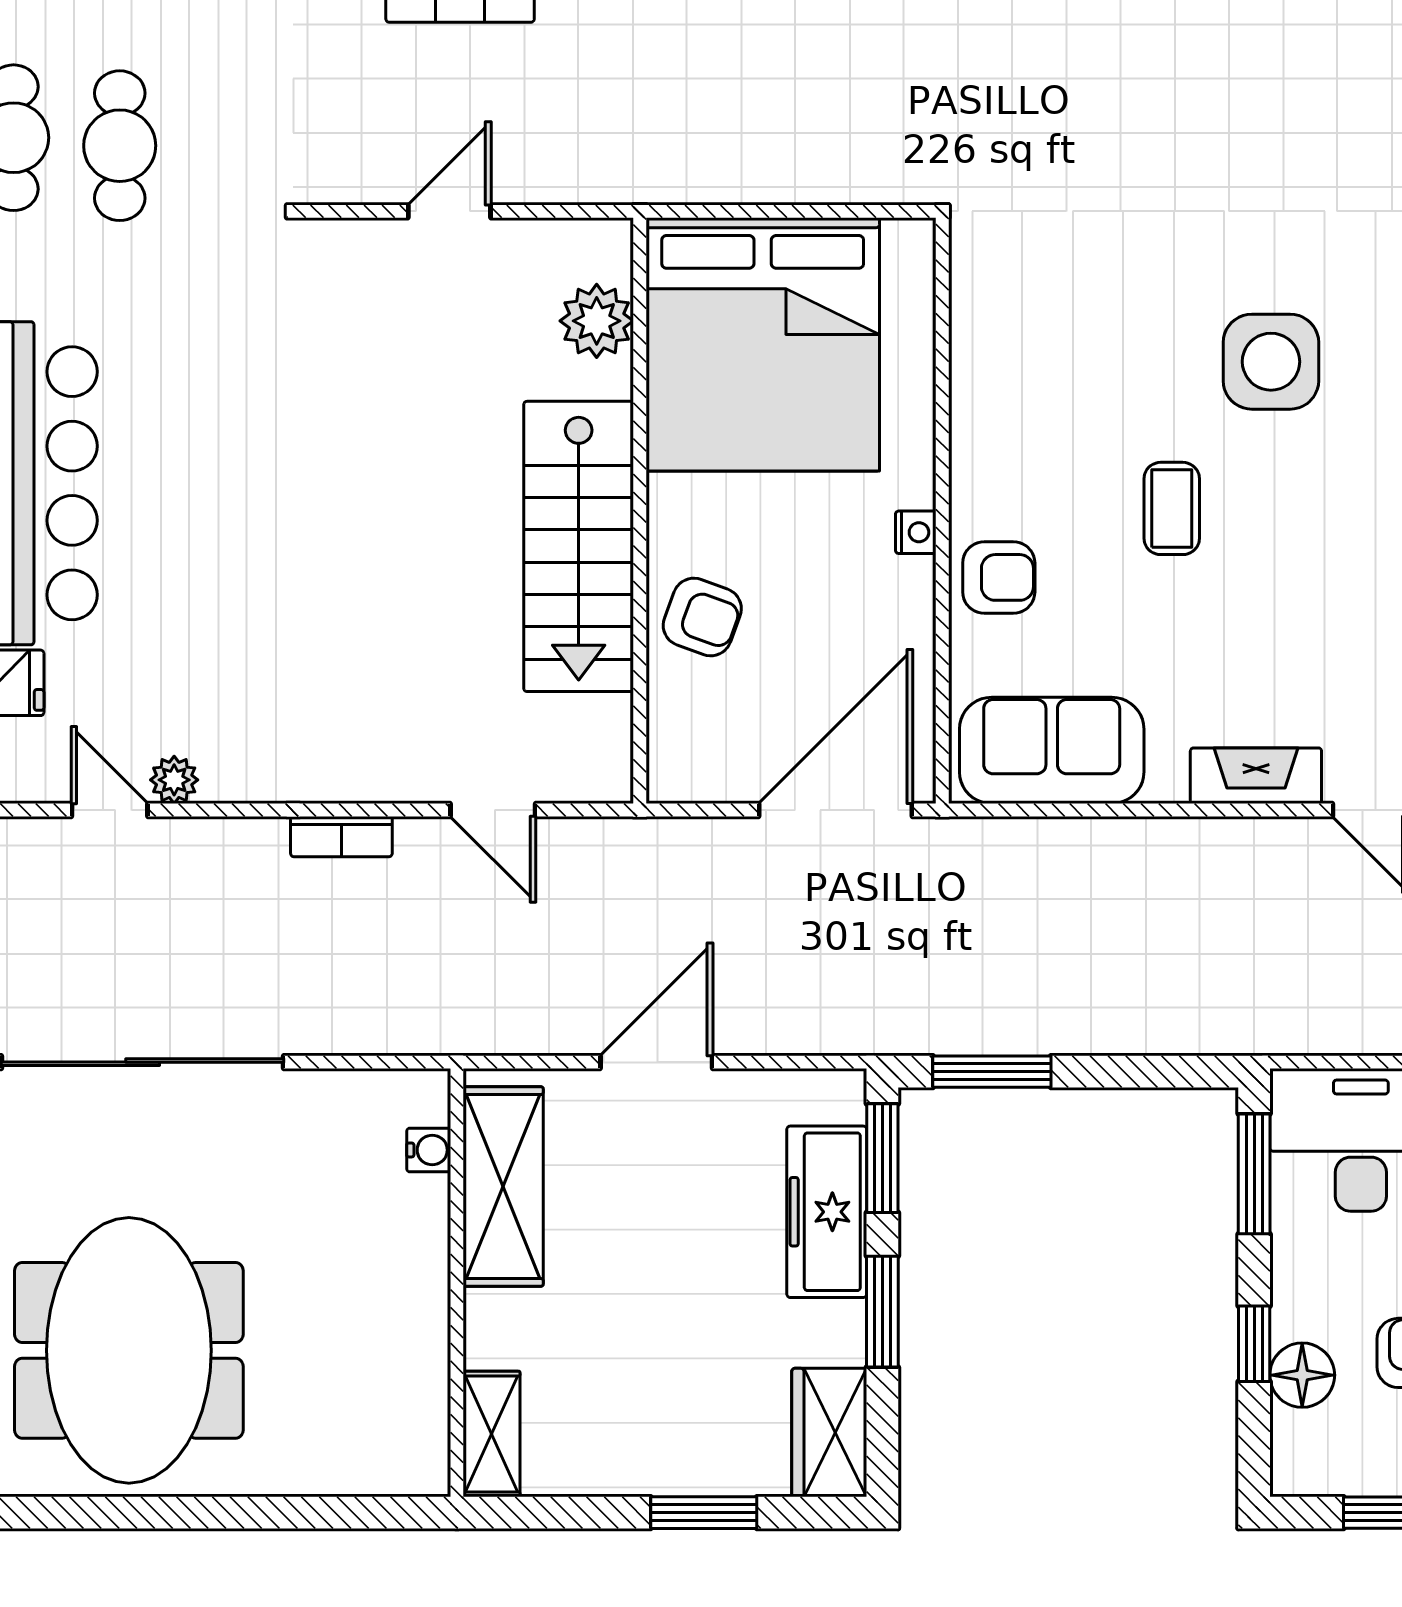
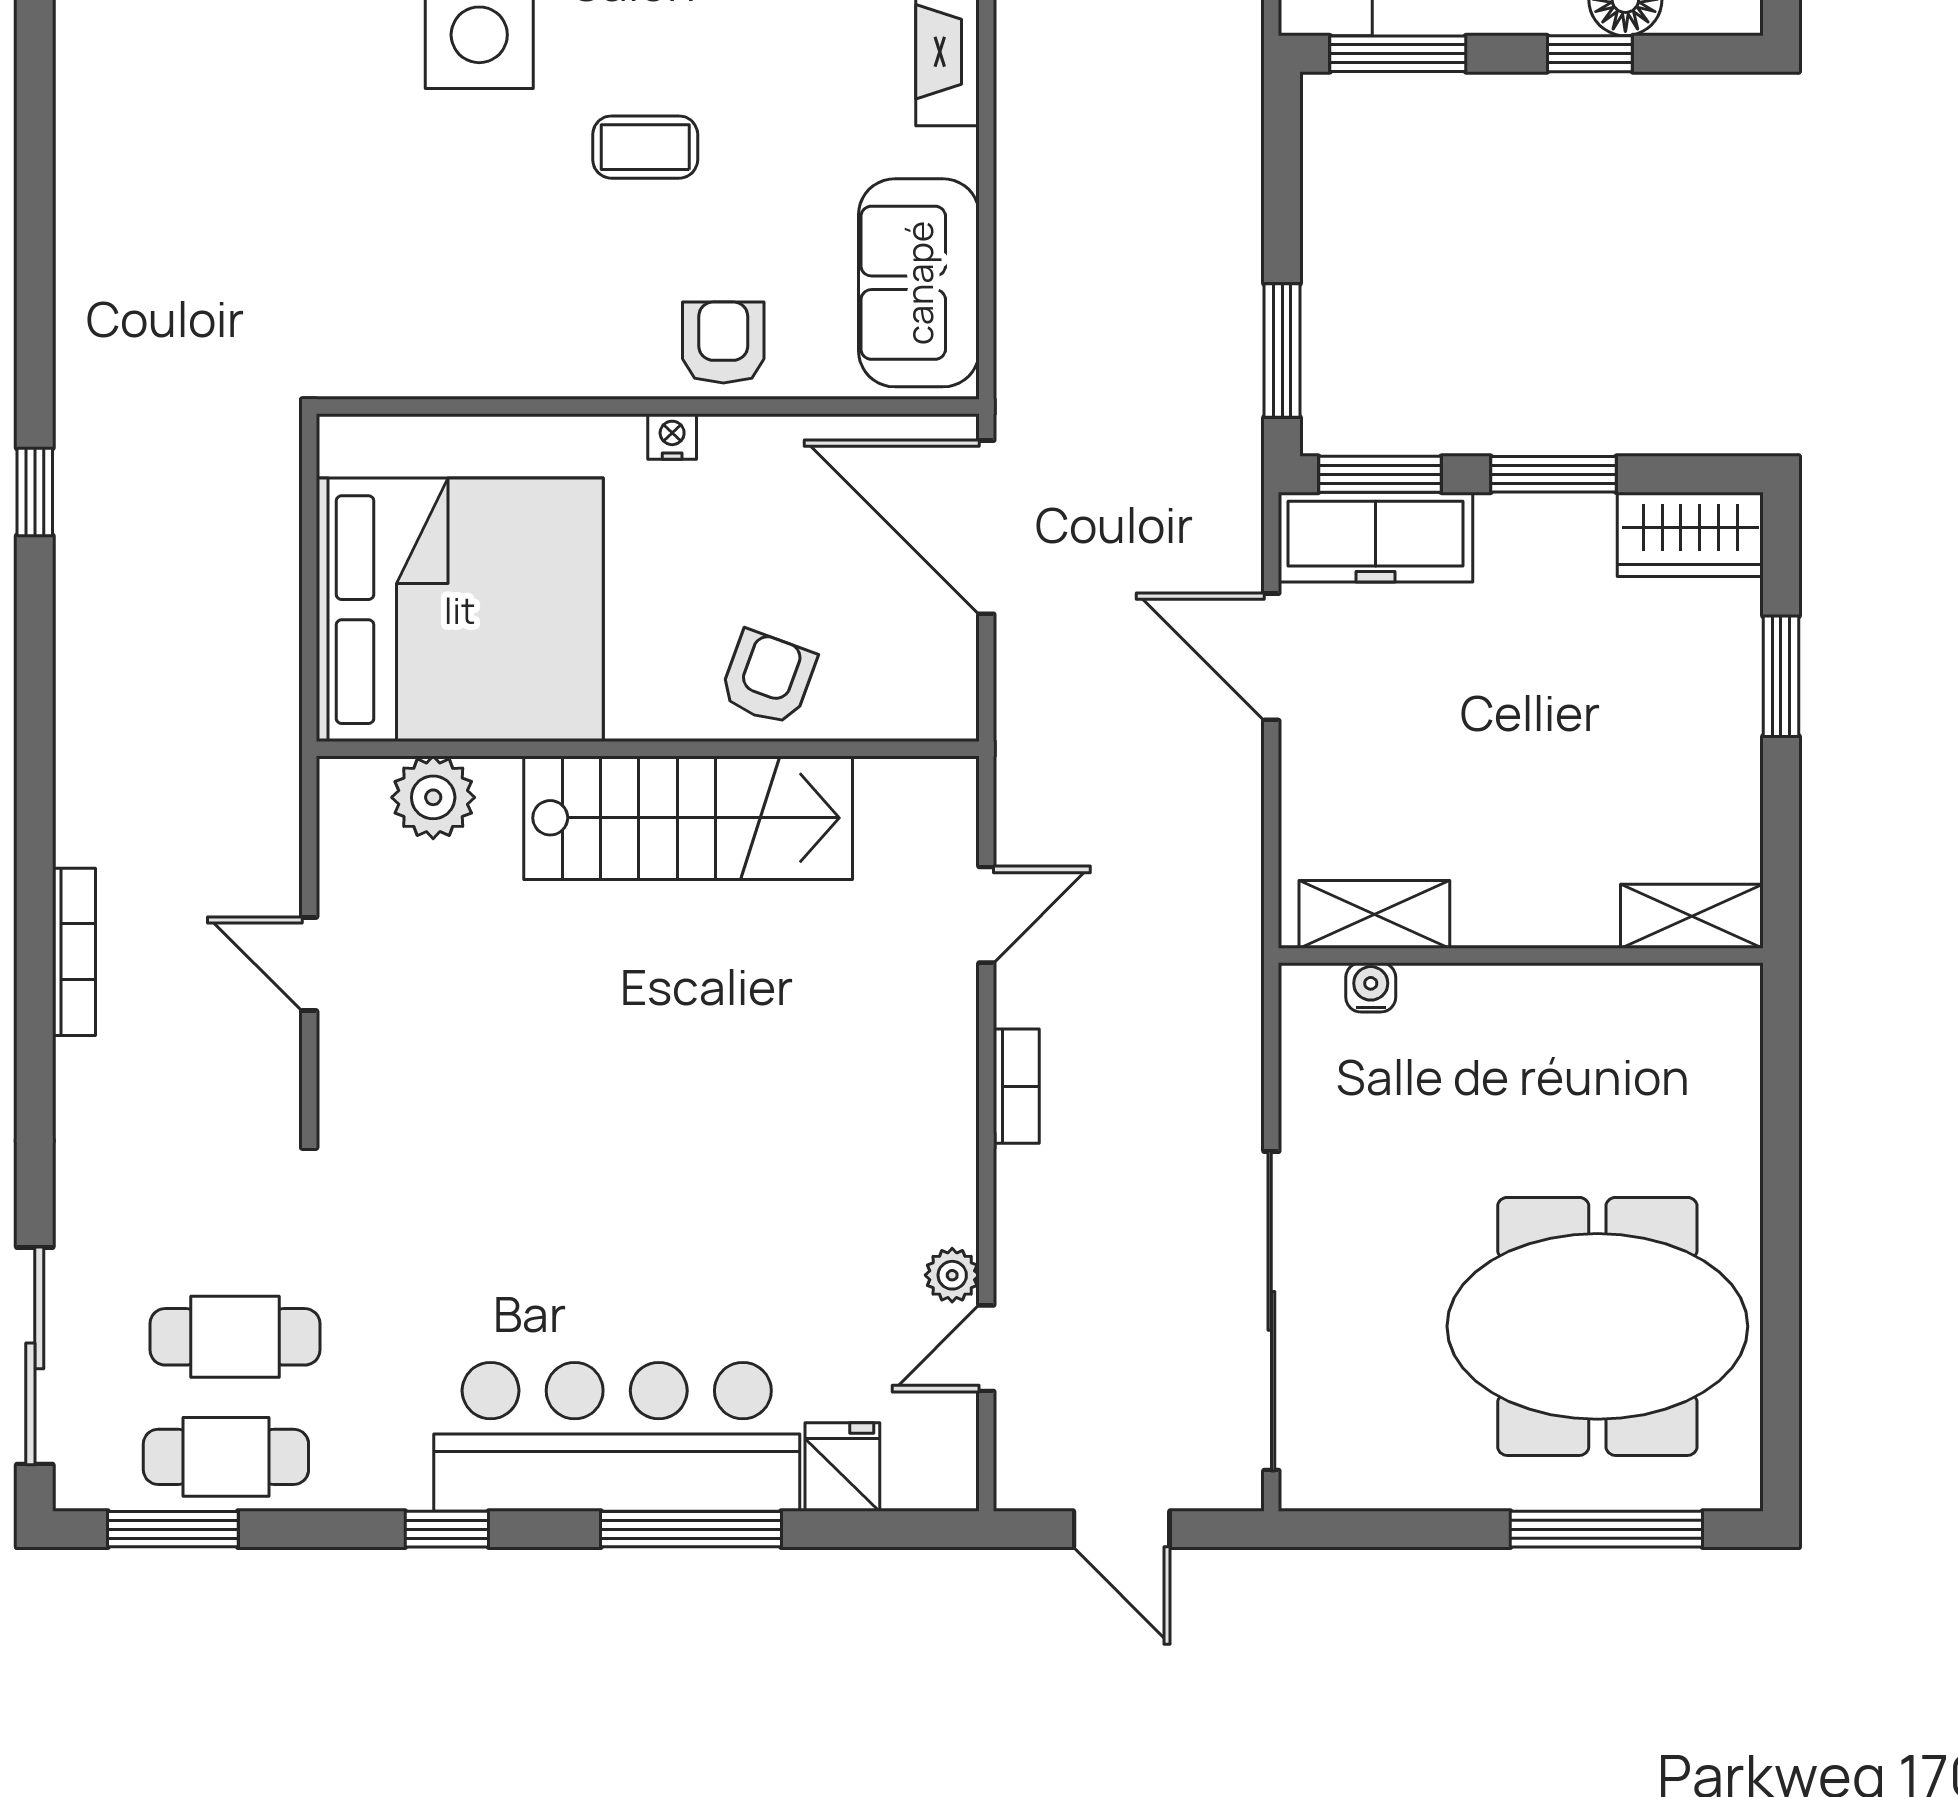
door: (656, 1062) -> (1271, 657), moved
shelving: (503, 1187) -> (1374, 914), width x0.67, depth x0.75
freezer: (827, 1212) -> (1376, 537), moved

